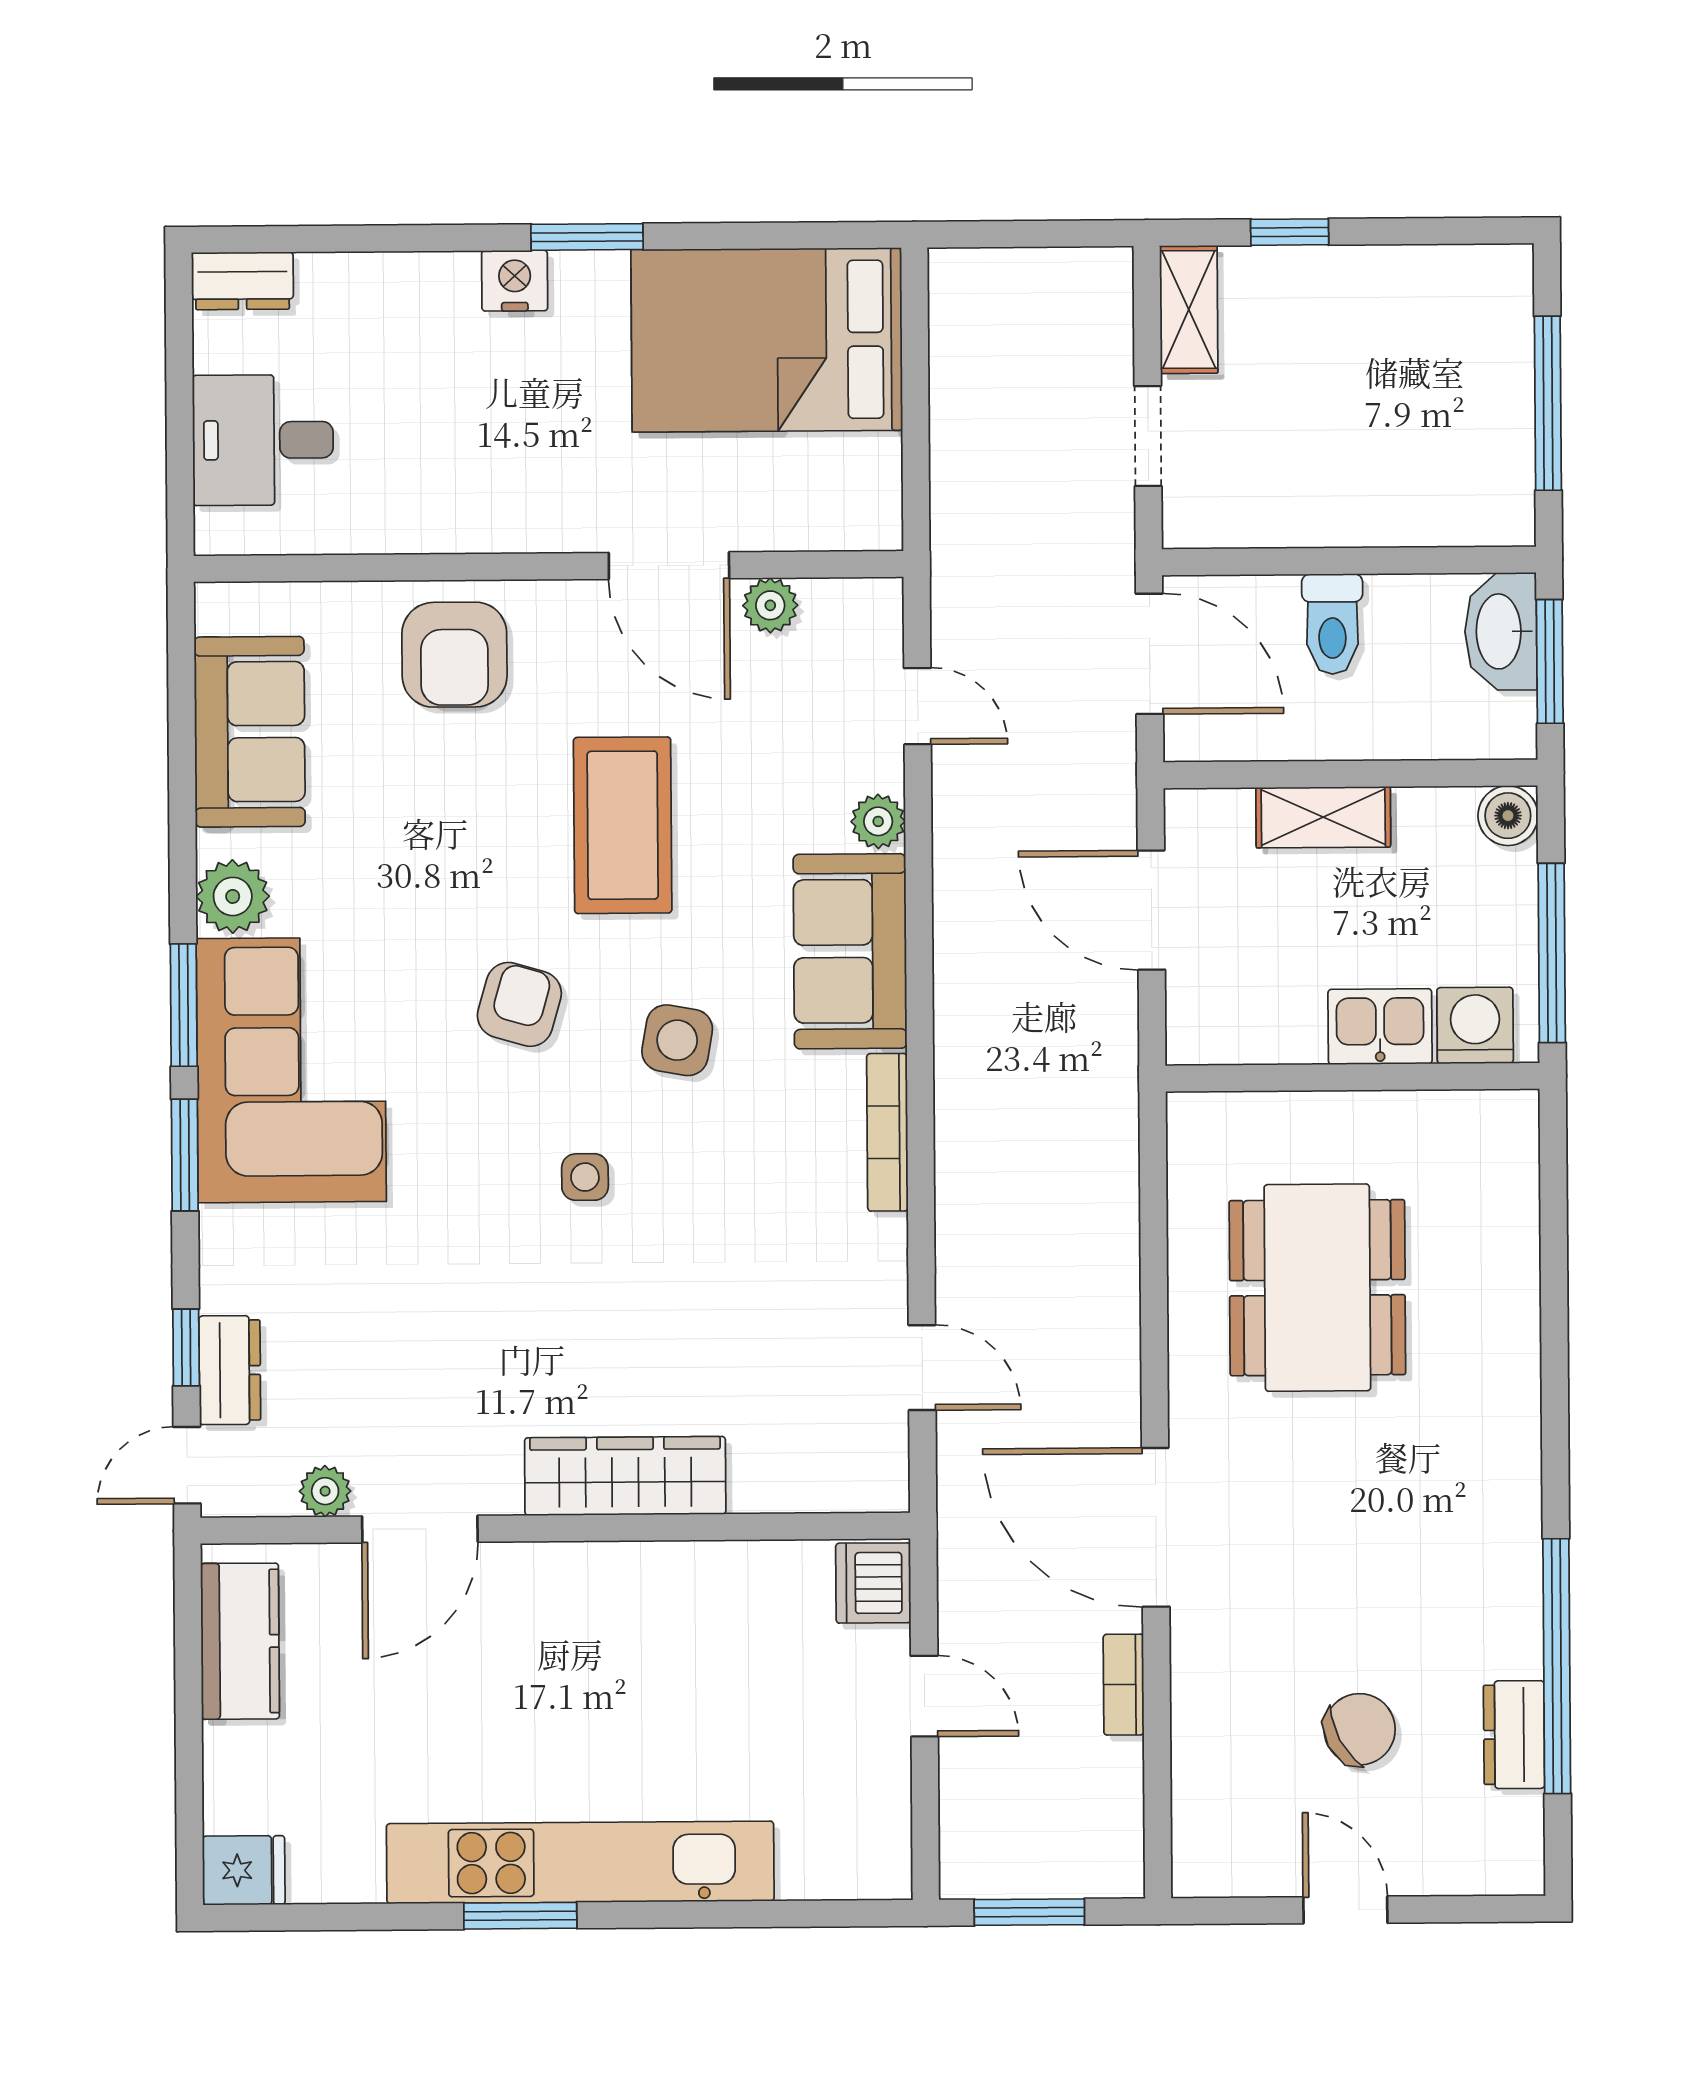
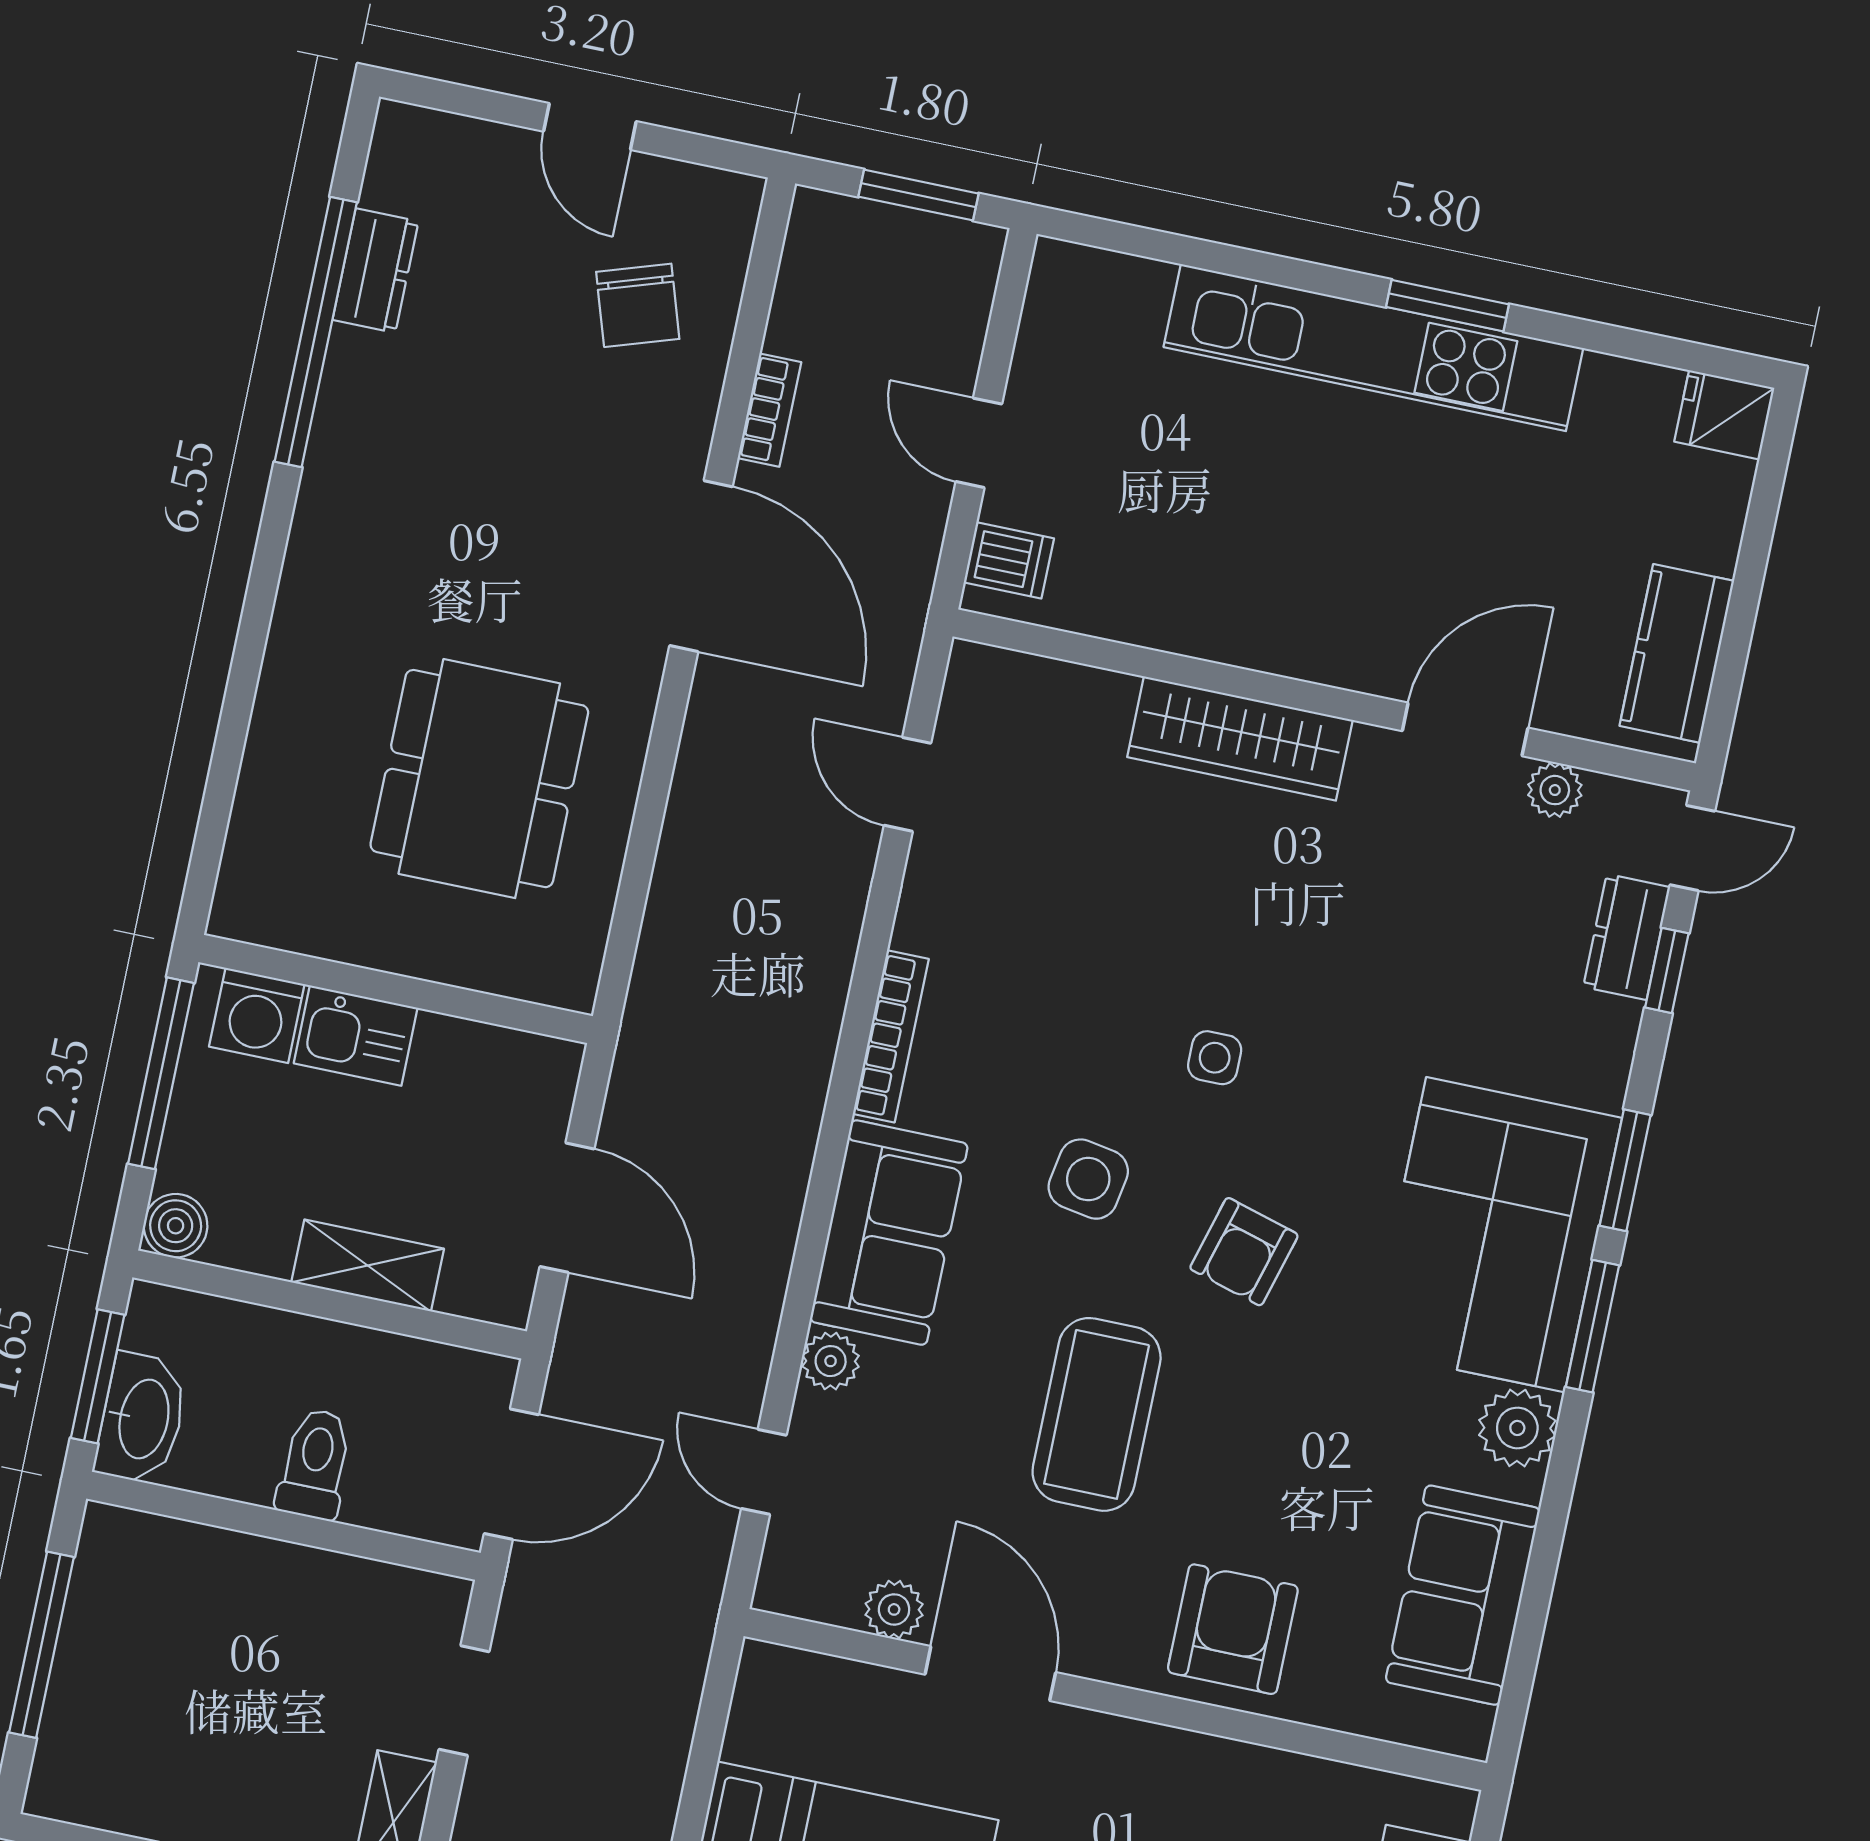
door: (1149, 654) -> (511, 1474), swing flipped
dishwasher: (873, 1583) -> (1009, 560), width x0.73
chair: (1360, 1729) -> (638, 305), moved, turned -80

